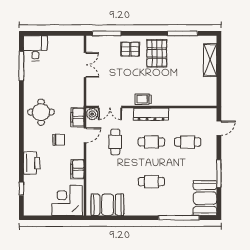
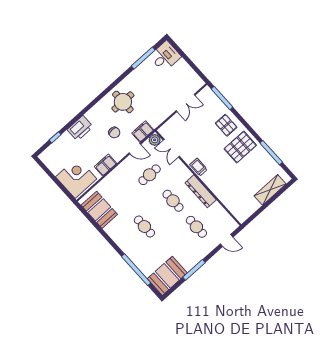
dresser: (151, 114) -> (201, 191), moved

